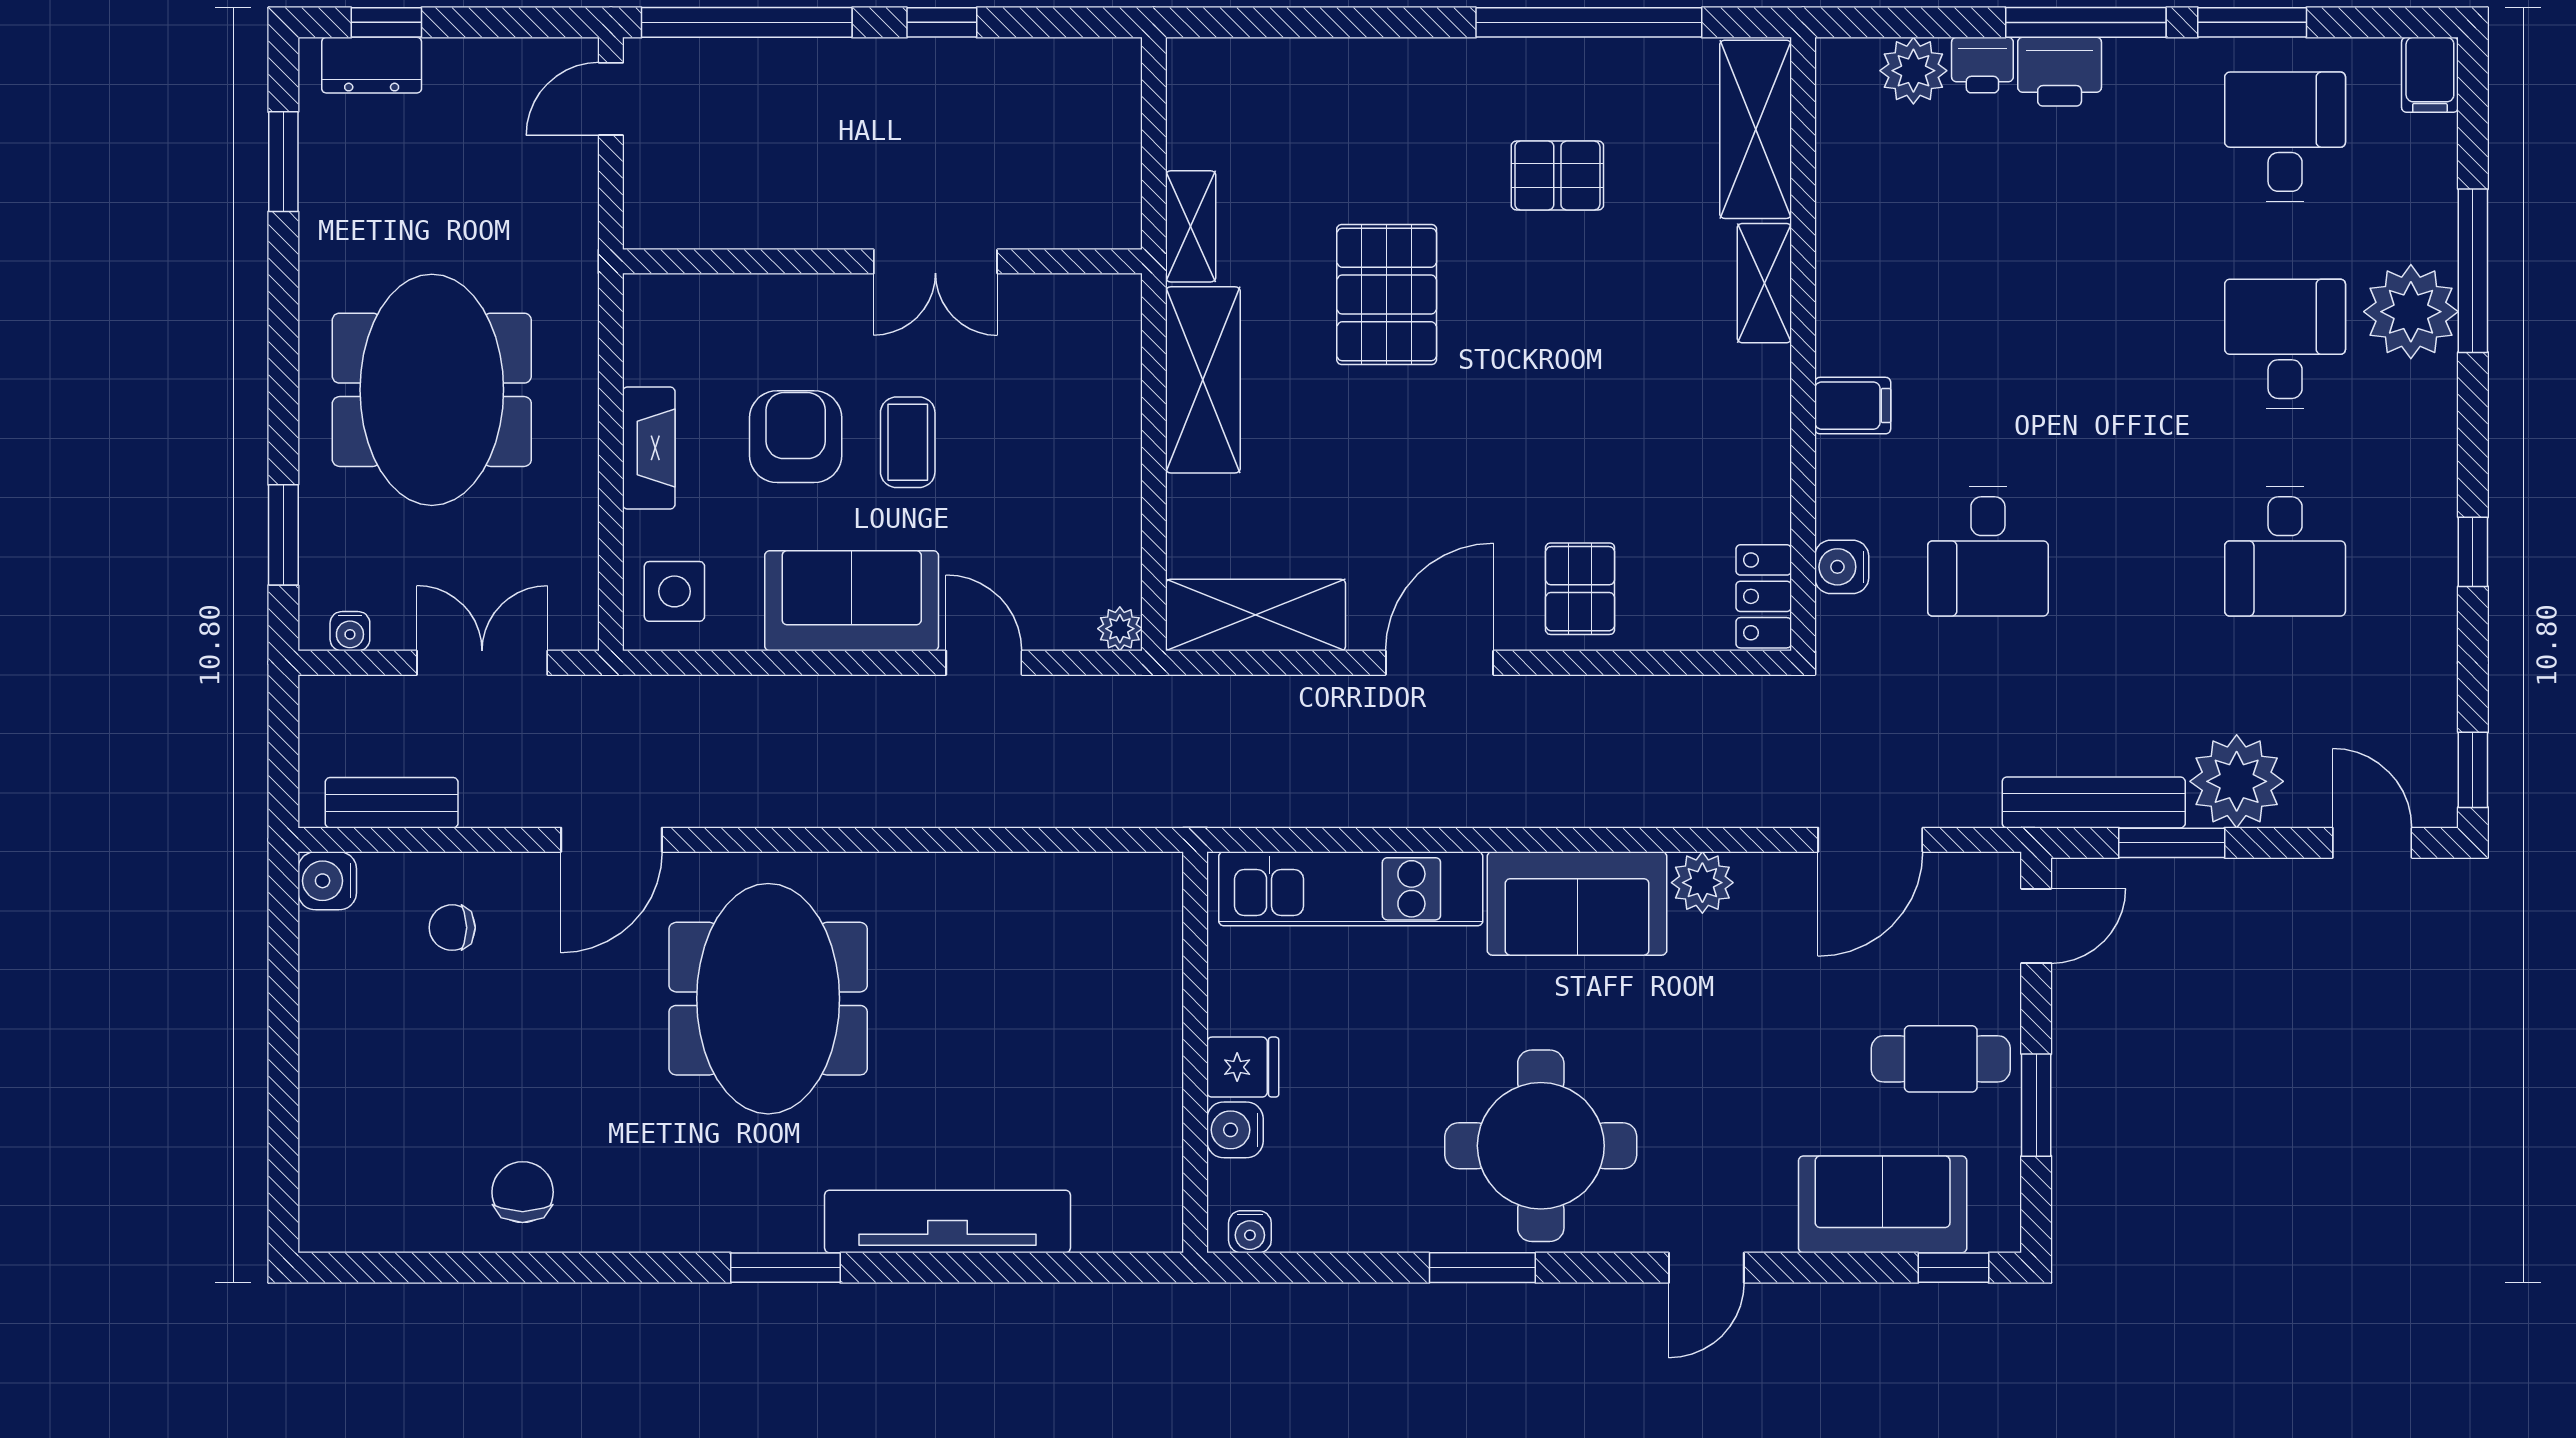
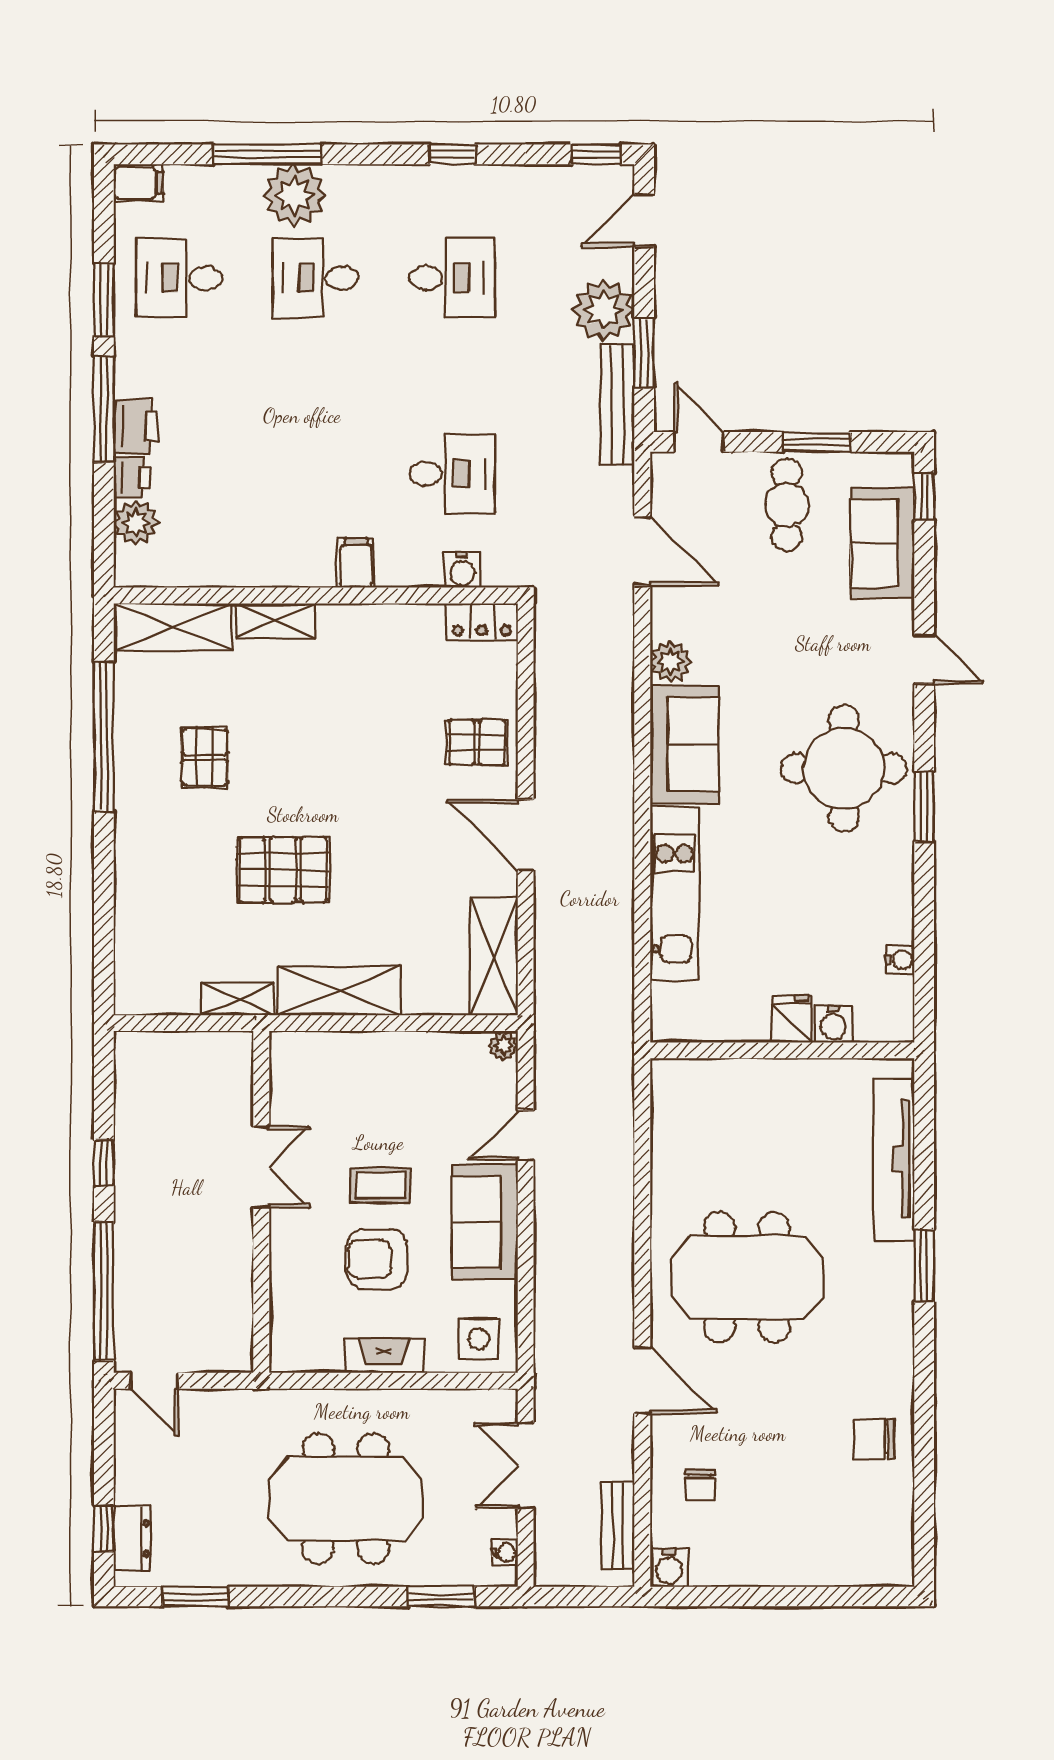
wall: (1195, 1052) -> (782, 1050), moved
fridge: (1243, 1067) -> (792, 1019), moved
water cooler: (1235, 1130) -> (833, 1024), moved

